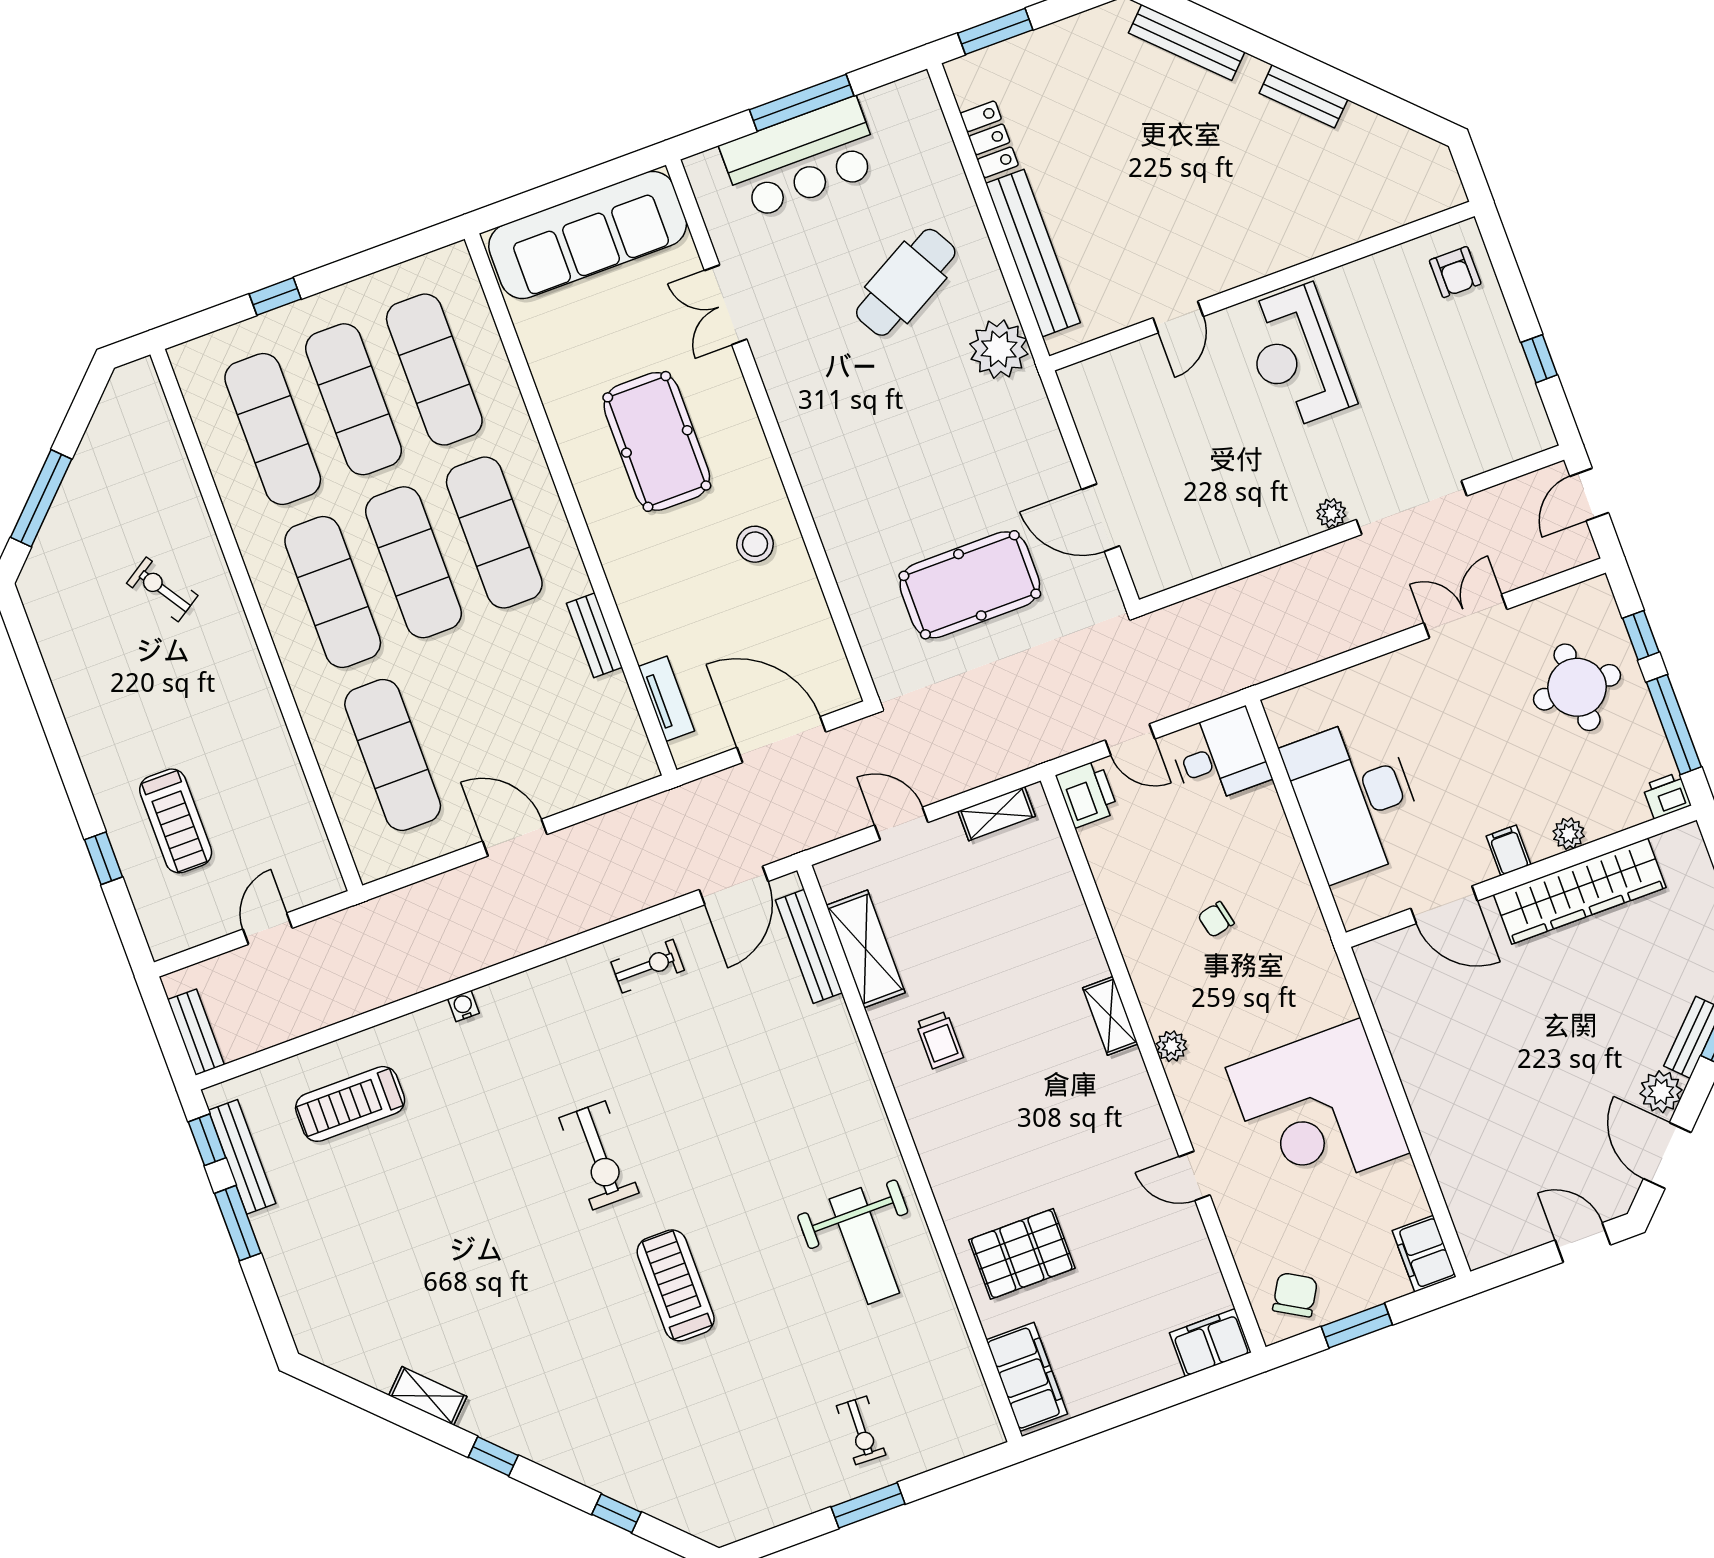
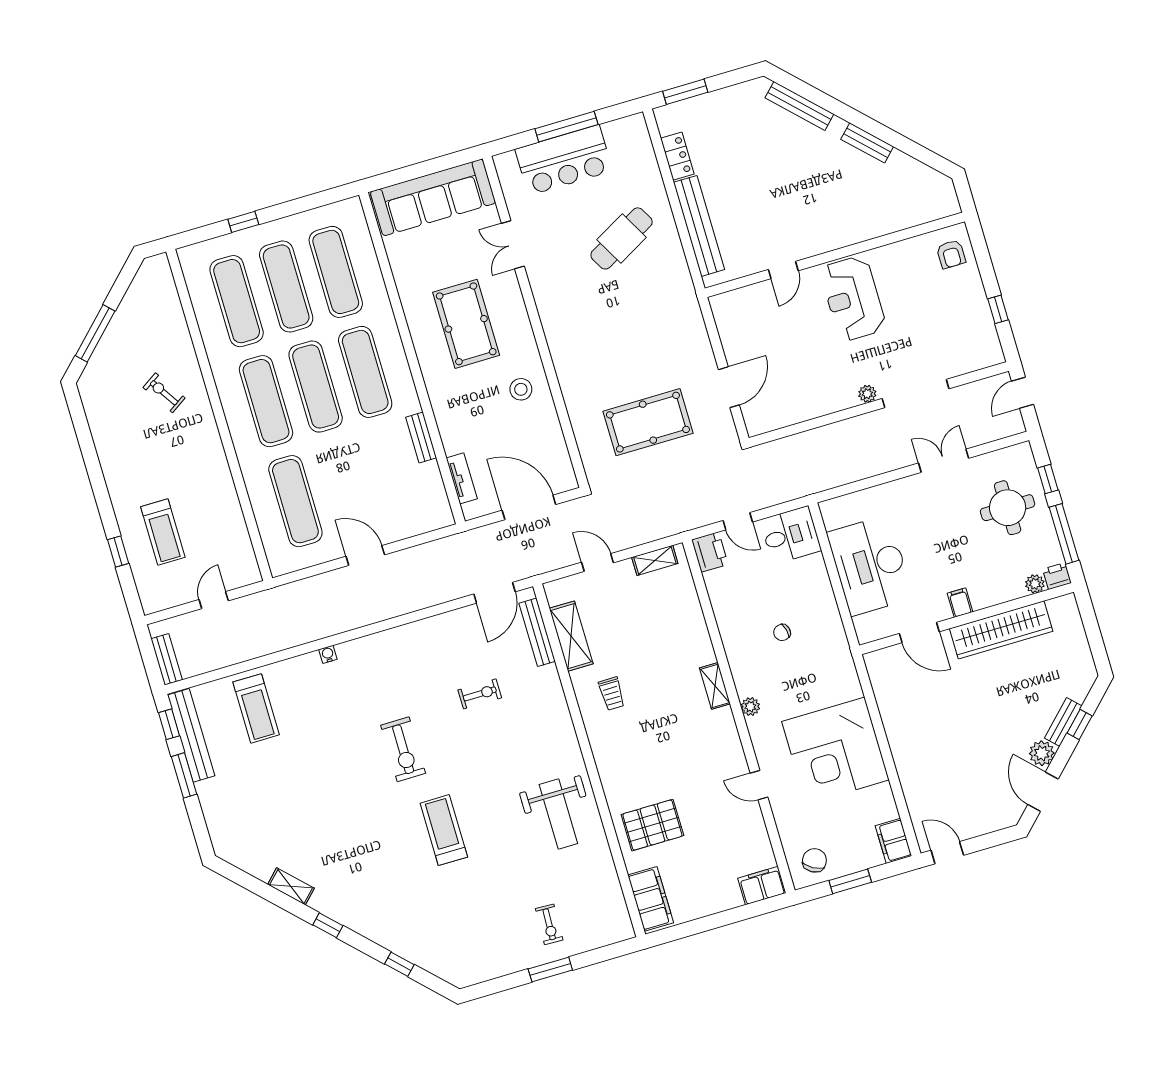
plant: (999, 349) -> (675, 282), removed
door: (1101, 518) -> (729, 387), swing flipped
plant: (1569, 834) -> (1035, 584), moved
exercise bike: (648, 966) -> (480, 694), moved
treadmill: (350, 1104) -> (256, 708), turned -90
bench: (242, 1157) -> (191, 735), width x1.37, depth x1.21
door: (1583, 1242) -> (947, 853), moved

